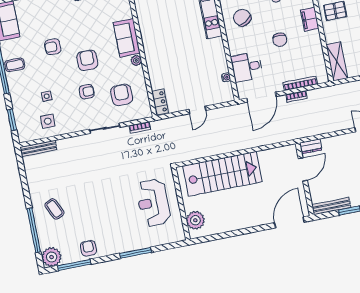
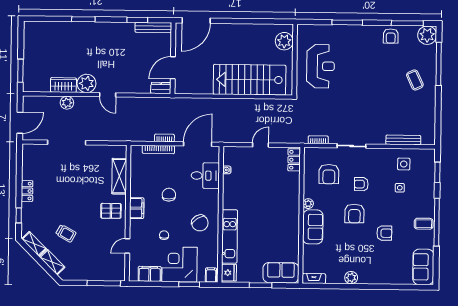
shelving: (337, 61) -> (119, 176), moved
bench: (38, 148) -> (403, 140), moved

